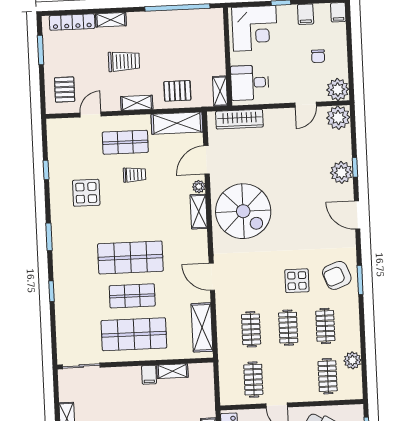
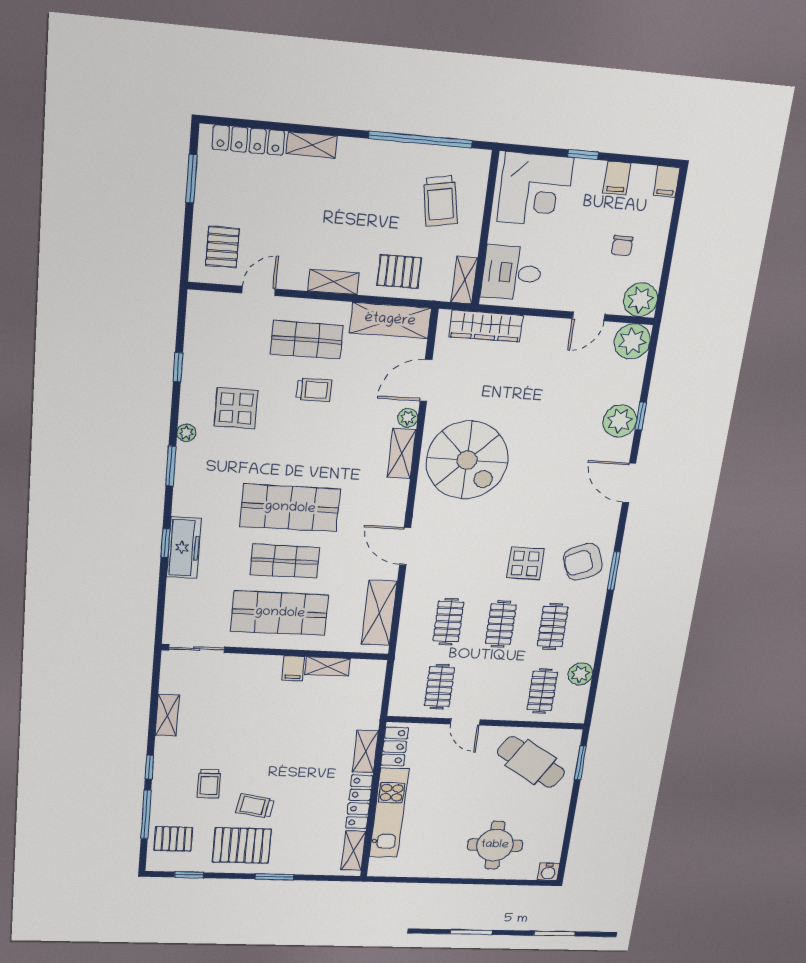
trolley: (124, 61) -> (440, 201), moved, turned 80
plant: (56, 213) -> (186, 433), added
freezer: (64, 293) -> (184, 548), added

